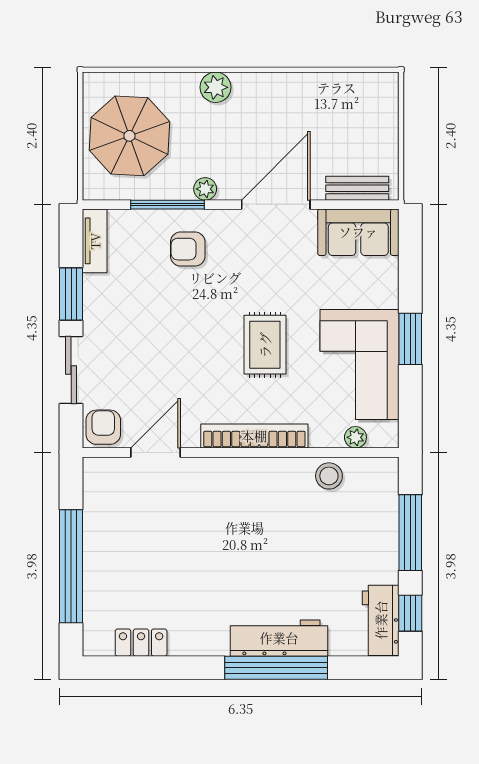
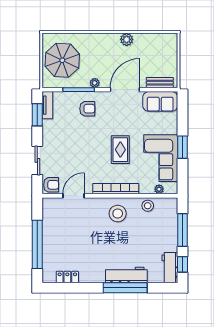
plant: (216, 87) -> (127, 39), moved
armchair: (188, 249) -> (87, 109), turned 180
window: (71, 294) -> (37, 115), moved
armchair: (103, 427) -> (51, 185), turned 90
stool: (259, 494) -> (118, 214), added

